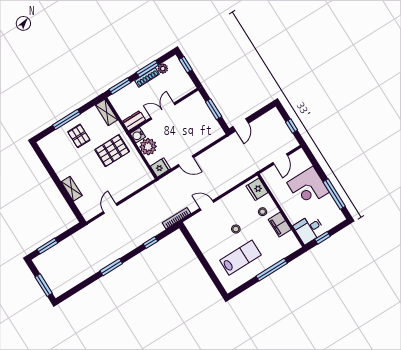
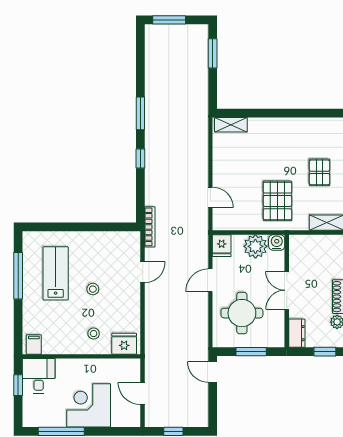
double door: (163, 111) -> (287, 290), swing flipped
dresser: (134, 121) -> (297, 333), moved
round table: (194, 130) -> (242, 313), added
pallet: (79, 136) -> (320, 172), turned 90
shelving: (72, 189) -> (231, 125), moved
door: (110, 209) -> (210, 197), moved
filing cabinet: (280, 224) -> (34, 344), moved, width x0.50
window: (150, 242) -> (140, 159), moved
lab bench: (240, 258) -> (56, 273), turned 180
window: (272, 270) -> (18, 276), moved

